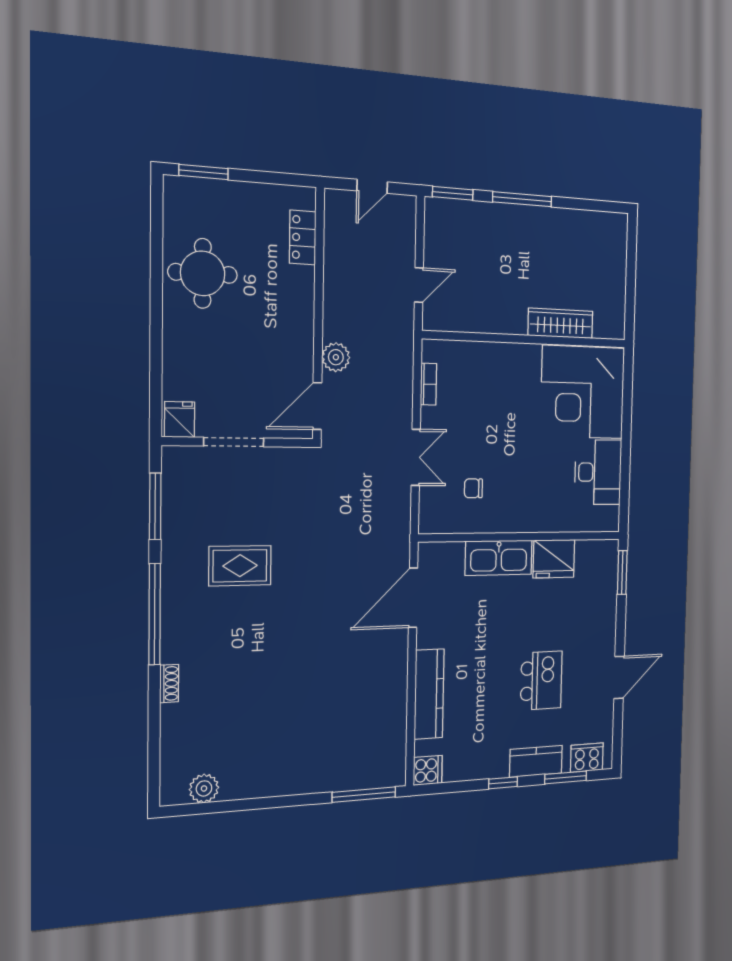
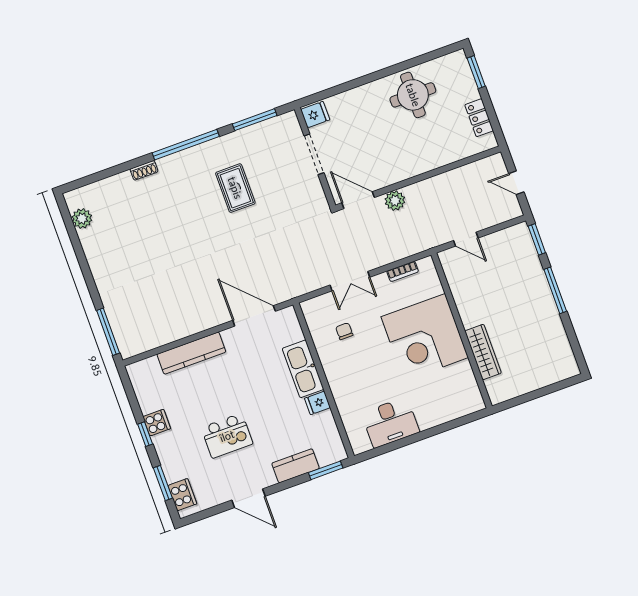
locker: (303, 237) -> (479, 118), moved, turned -90
corner desk: (583, 392) -> (425, 337), moved, turned -90
fridge: (554, 559) -> (317, 403), width x0.53, depth x0.75
kitchen counter: (536, 761) -> (295, 466), moved, turned -90
cooker: (428, 770) -> (157, 423), moved, turned -90

